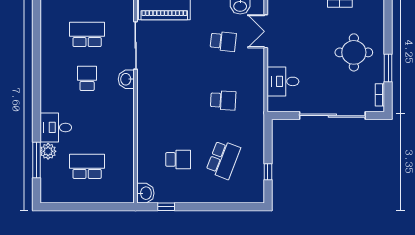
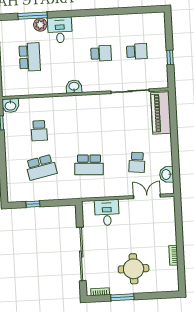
school desk: (87, 34) -> (137, 51), width x0.54
washbasin: (126, 79) -> (74, 87), moved
school desk: (223, 100) -> (89, 165), width x1.85
school desk: (223, 159) -> (41, 167), turned -33

